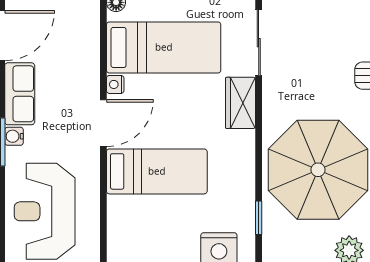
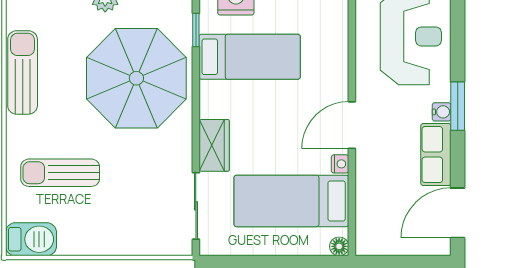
bed: (157, 171) -> (250, 57), moved, turned 180

